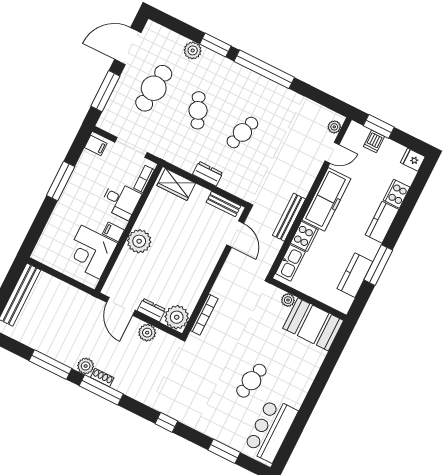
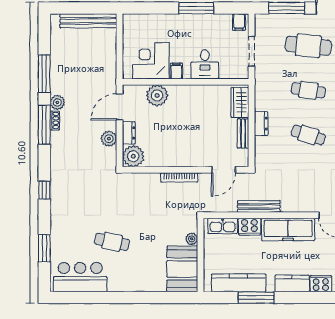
cafe table: (198, 110) -> (308, 90), turned 33
bookcase: (144, 179) -> (231, 74), removed
bench: (224, 204) -> (243, 133), moved
plant: (139, 241) -> (157, 95), moved
kitchen counter: (355, 275) -> (239, 283), width x1.50
bookcase: (204, 315) -> (179, 177), moved

